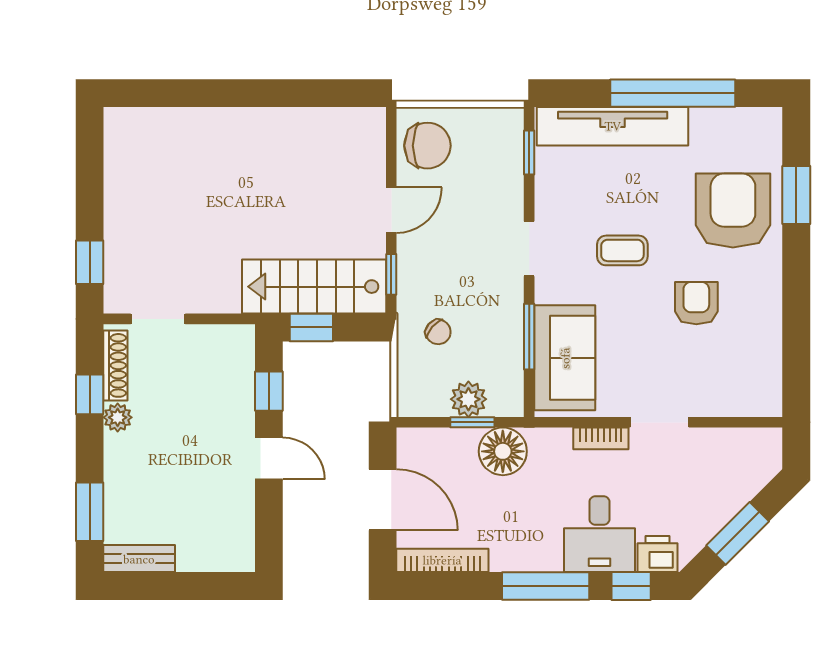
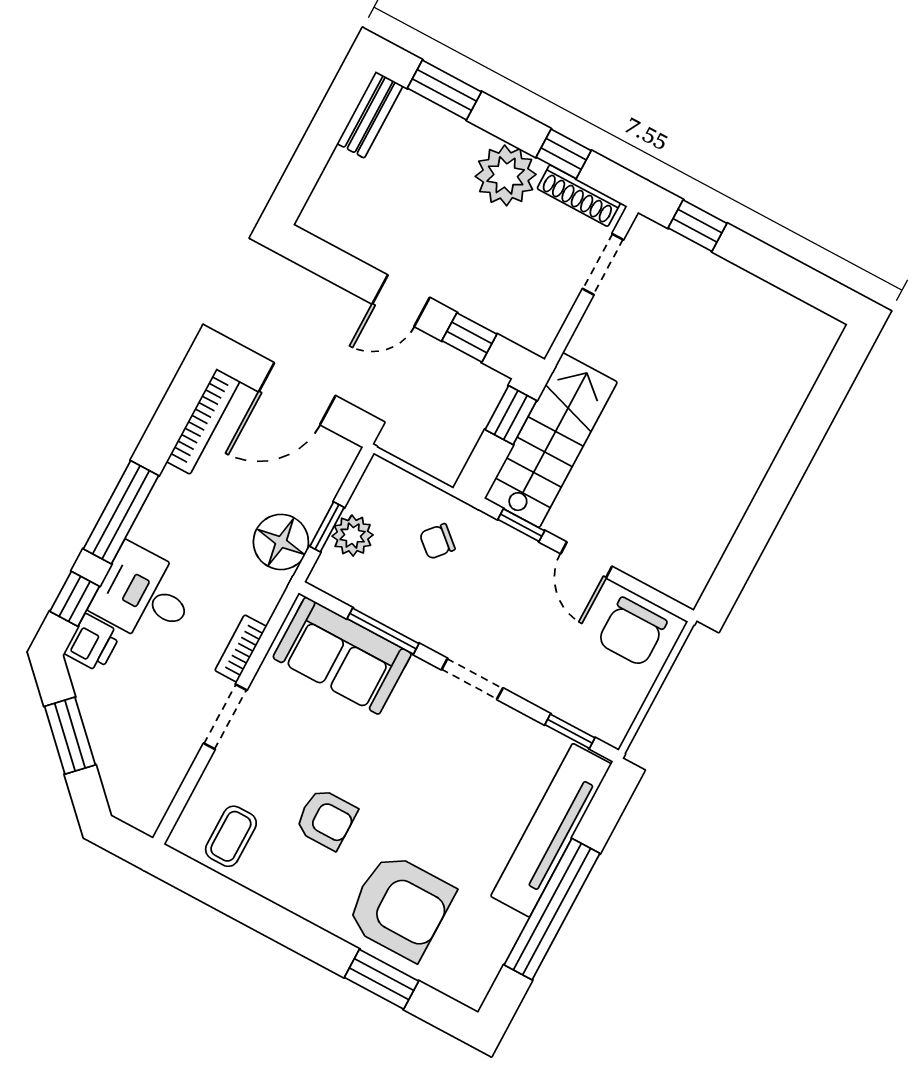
coffee table: (622, 250) -> (231, 836), moved
plant: (118, 417) -> (506, 175), width x1.88, depth x1.88

